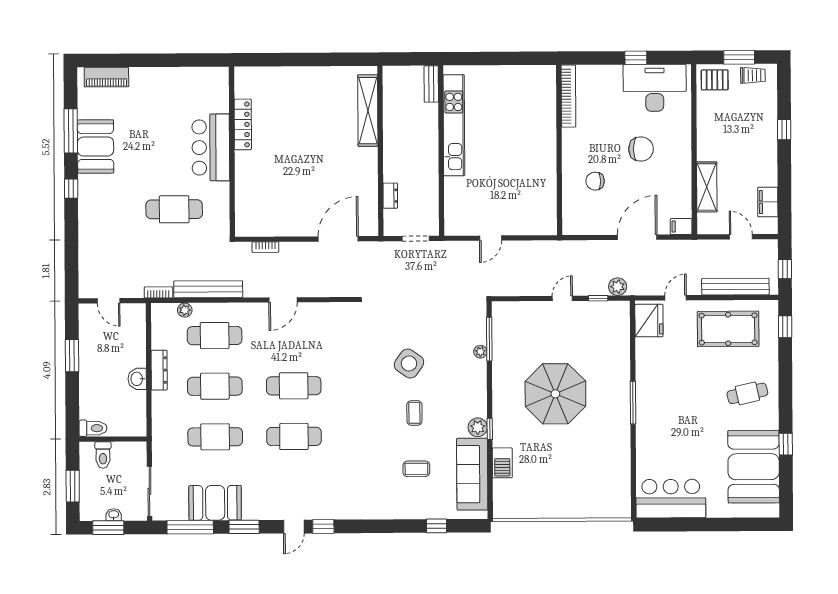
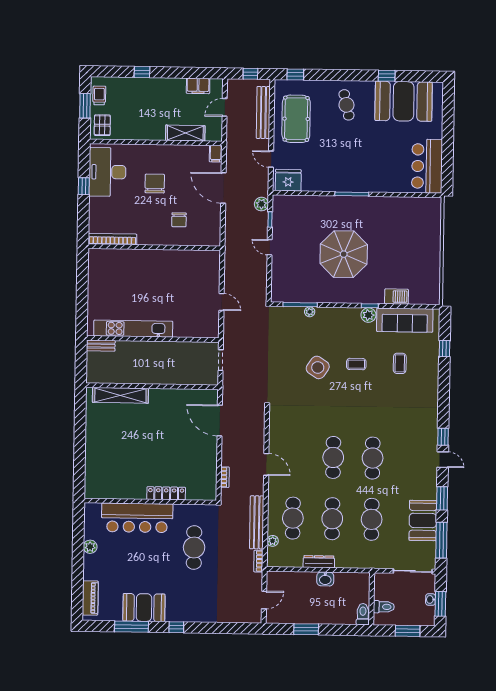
plant: (172, 76) -> (90, 547), added
locker: (243, 124) -> (166, 493), moved
bar counter: (211, 147) -> (137, 518), width x1.36
dresser: (390, 196) -> (187, 379), removed

